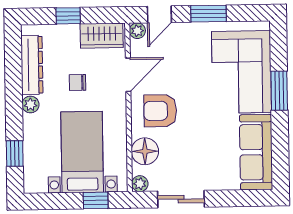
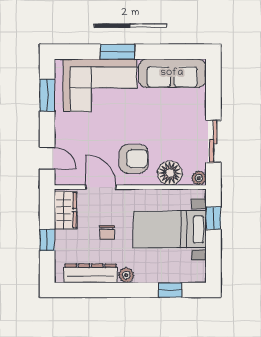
window: (208, 14) -> (47, 95), moved
plant: (137, 31) -> (62, 178), removed
armchair: (160, 111) -> (134, 159), turned -90

